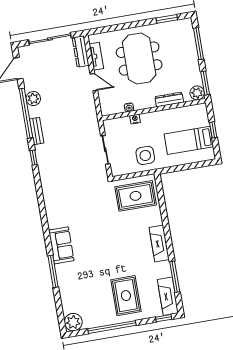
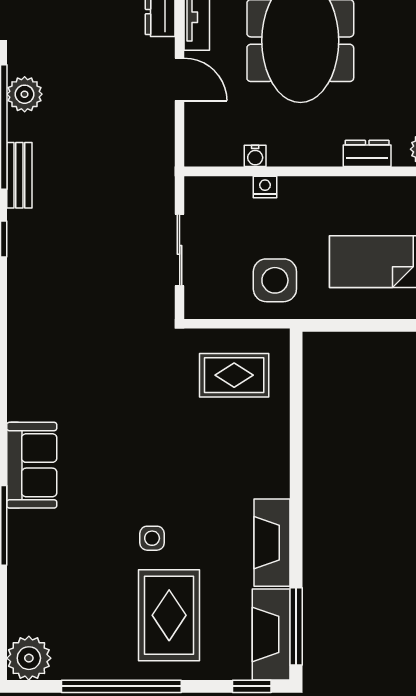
dresser: (169, 99) -> (367, 153), width x0.70
rug: (136, 196) -> (234, 375), width x0.73, depth x0.70
fireplace: (159, 244) -> (272, 543), moved
side table: (114, 266) -> (152, 538), added
window: (175, 277) -> (296, 626), moved

